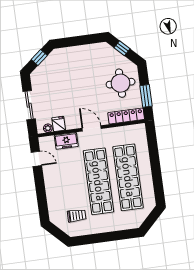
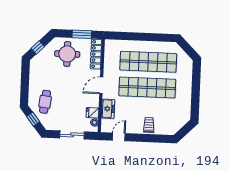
cafe table: (61, 68) -> (45, 102), added
trolley: (77, 216) -> (149, 125), moved

